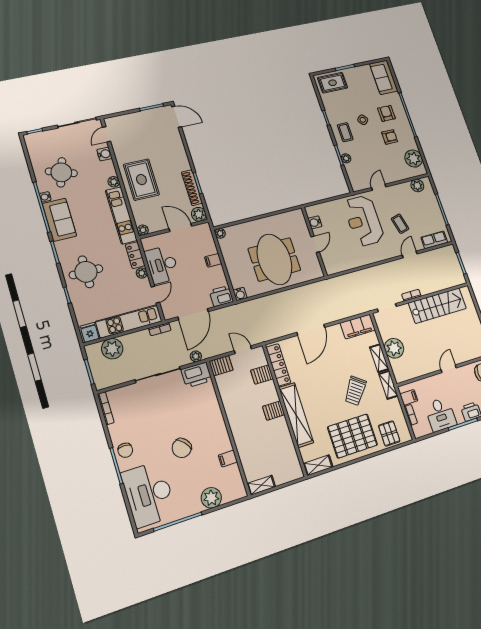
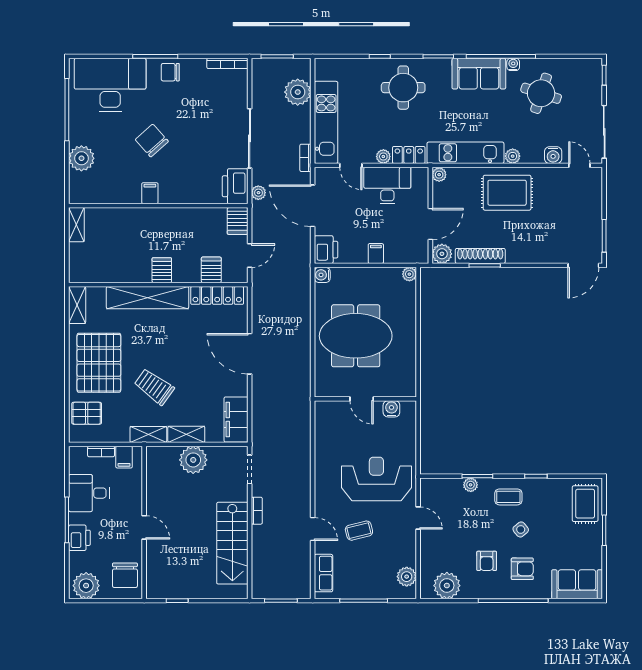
fridge: (90, 332) -> (326, 70), removed
filing cabinet: (228, 459) -> (150, 193), moved

